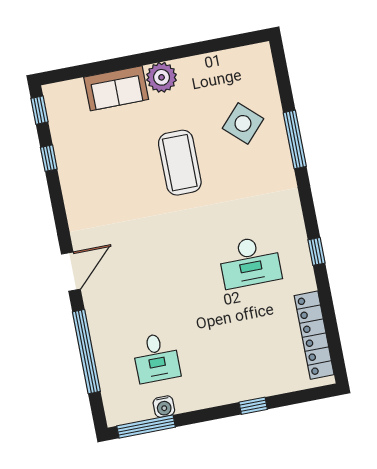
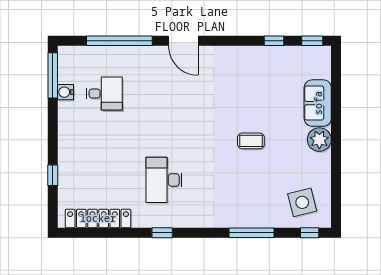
window: (281, 67) -> (310, 233), added
side table: (243, 123) -> (302, 202), moved, turned 33
coffee table: (180, 163) -> (251, 141), width x0.54, depth x0.58
desk: (156, 358) -> (104, 94), turned 180
window: (253, 406) -> (53, 175), moved

